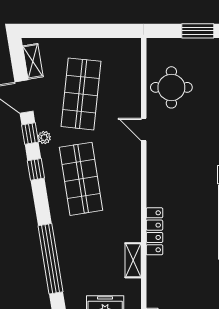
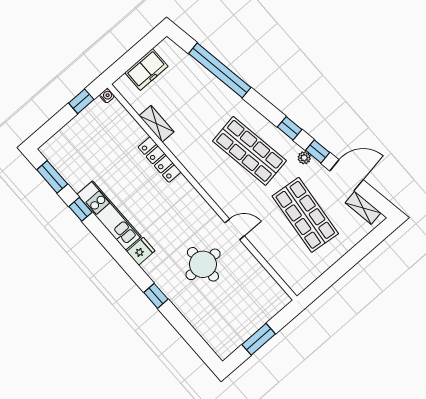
round table: (171, 87) -> (203, 264), moved

